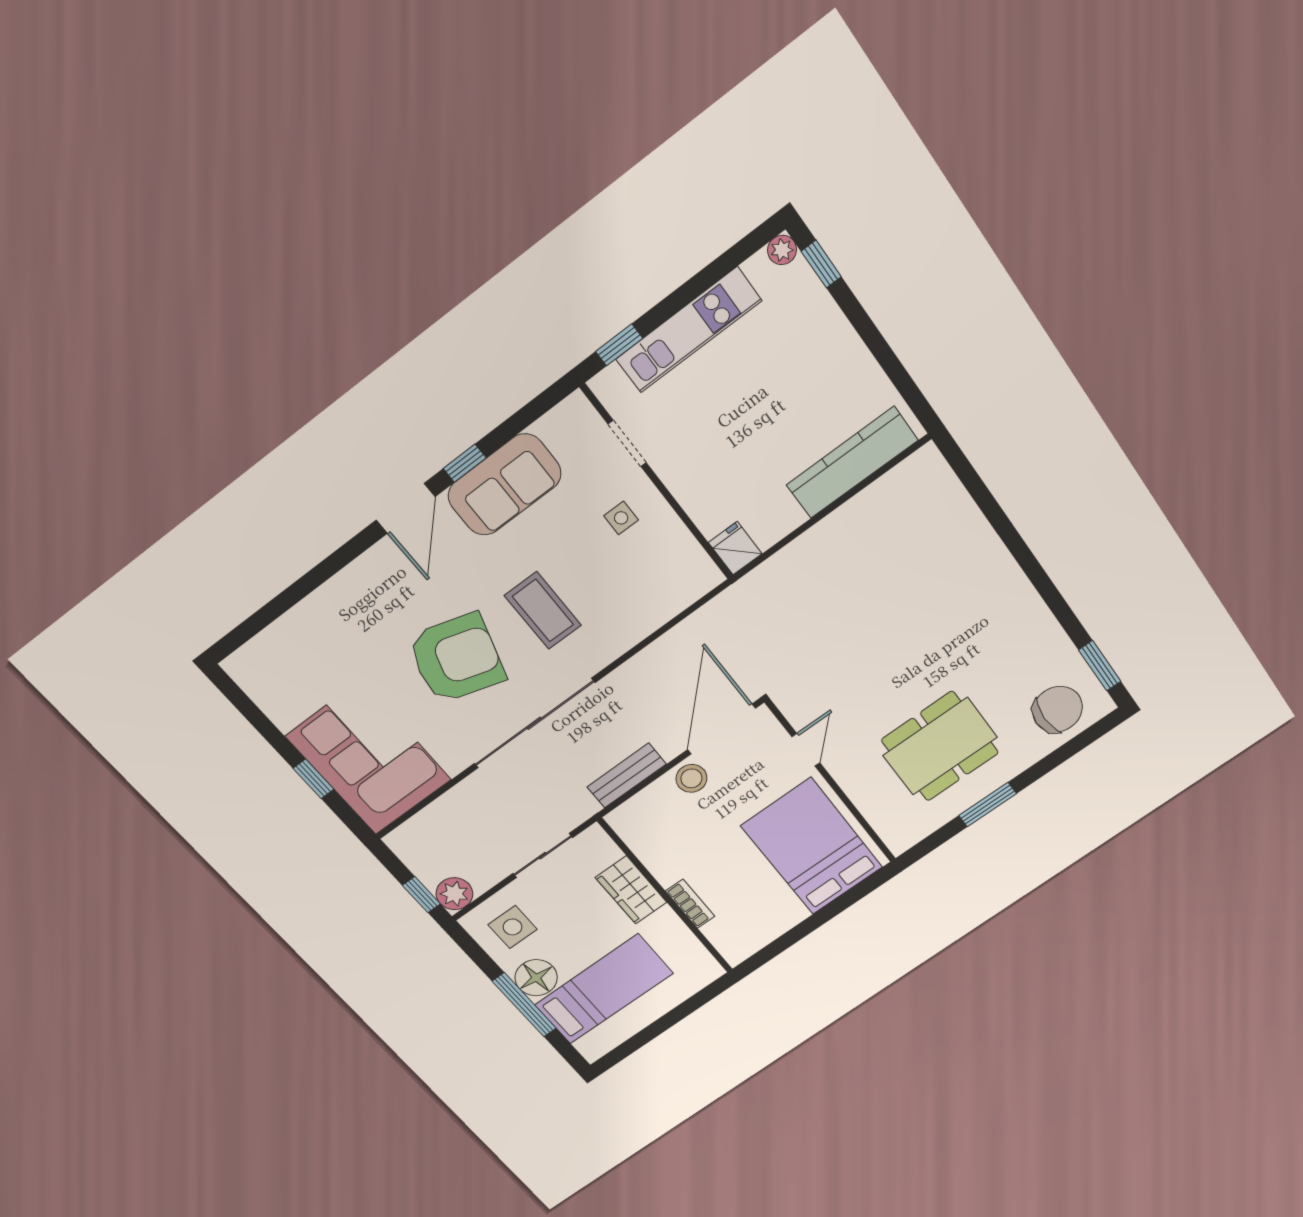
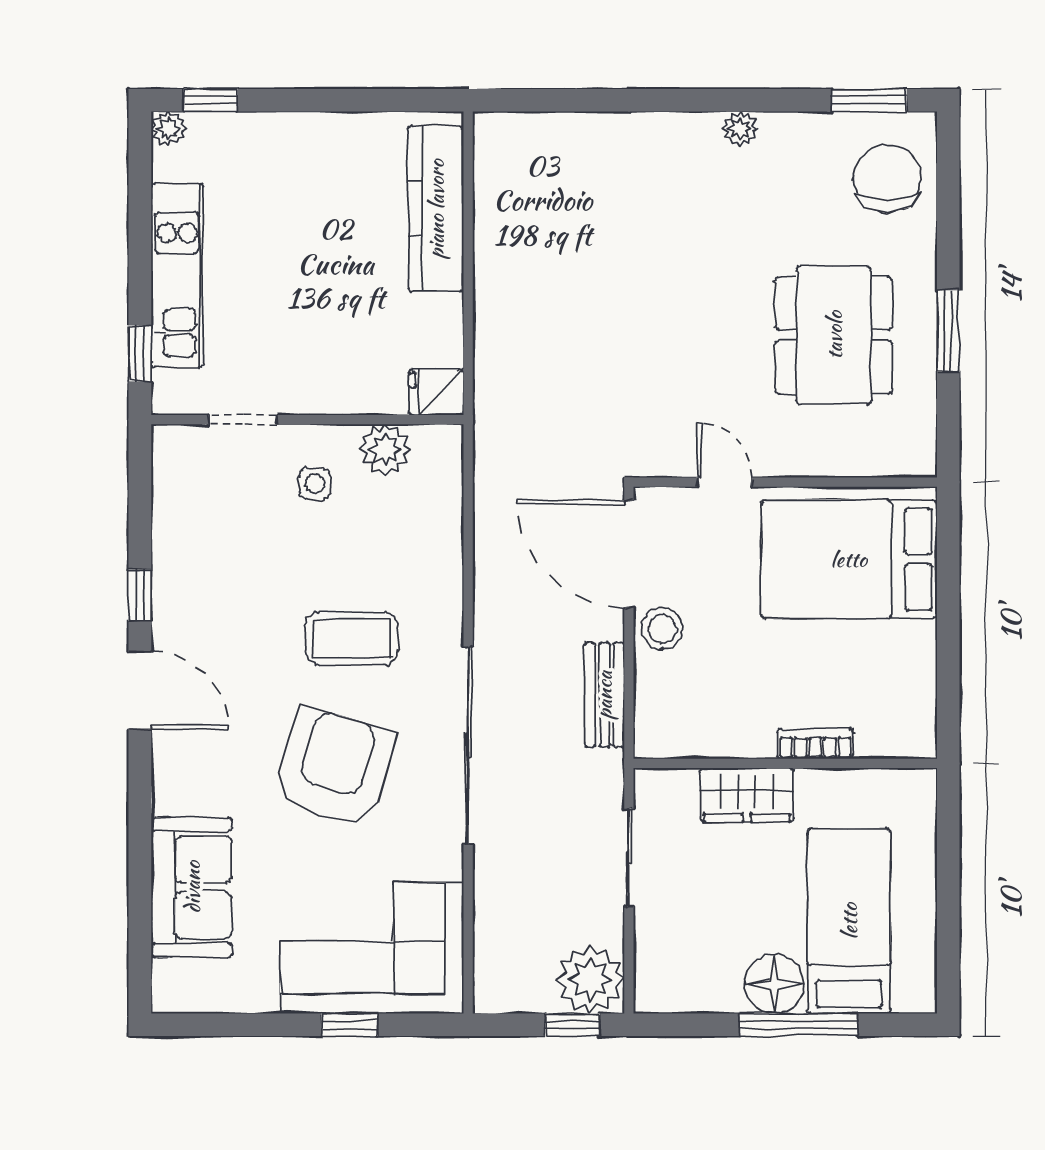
sofa: (505, 485) -> (192, 887), moved
plant: (676, 544) -> (385, 450), added
plant: (1031, 606) -> (740, 129), added
plant: (454, 894) -> (590, 980), width x1.36, depth x1.36
side table: (513, 927) -> (690, 959), removed

